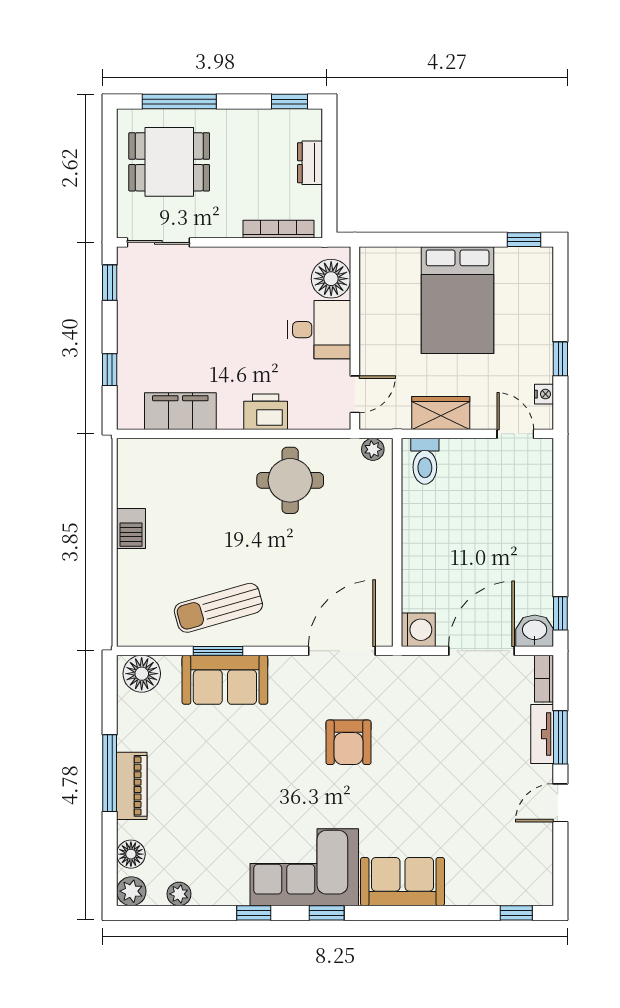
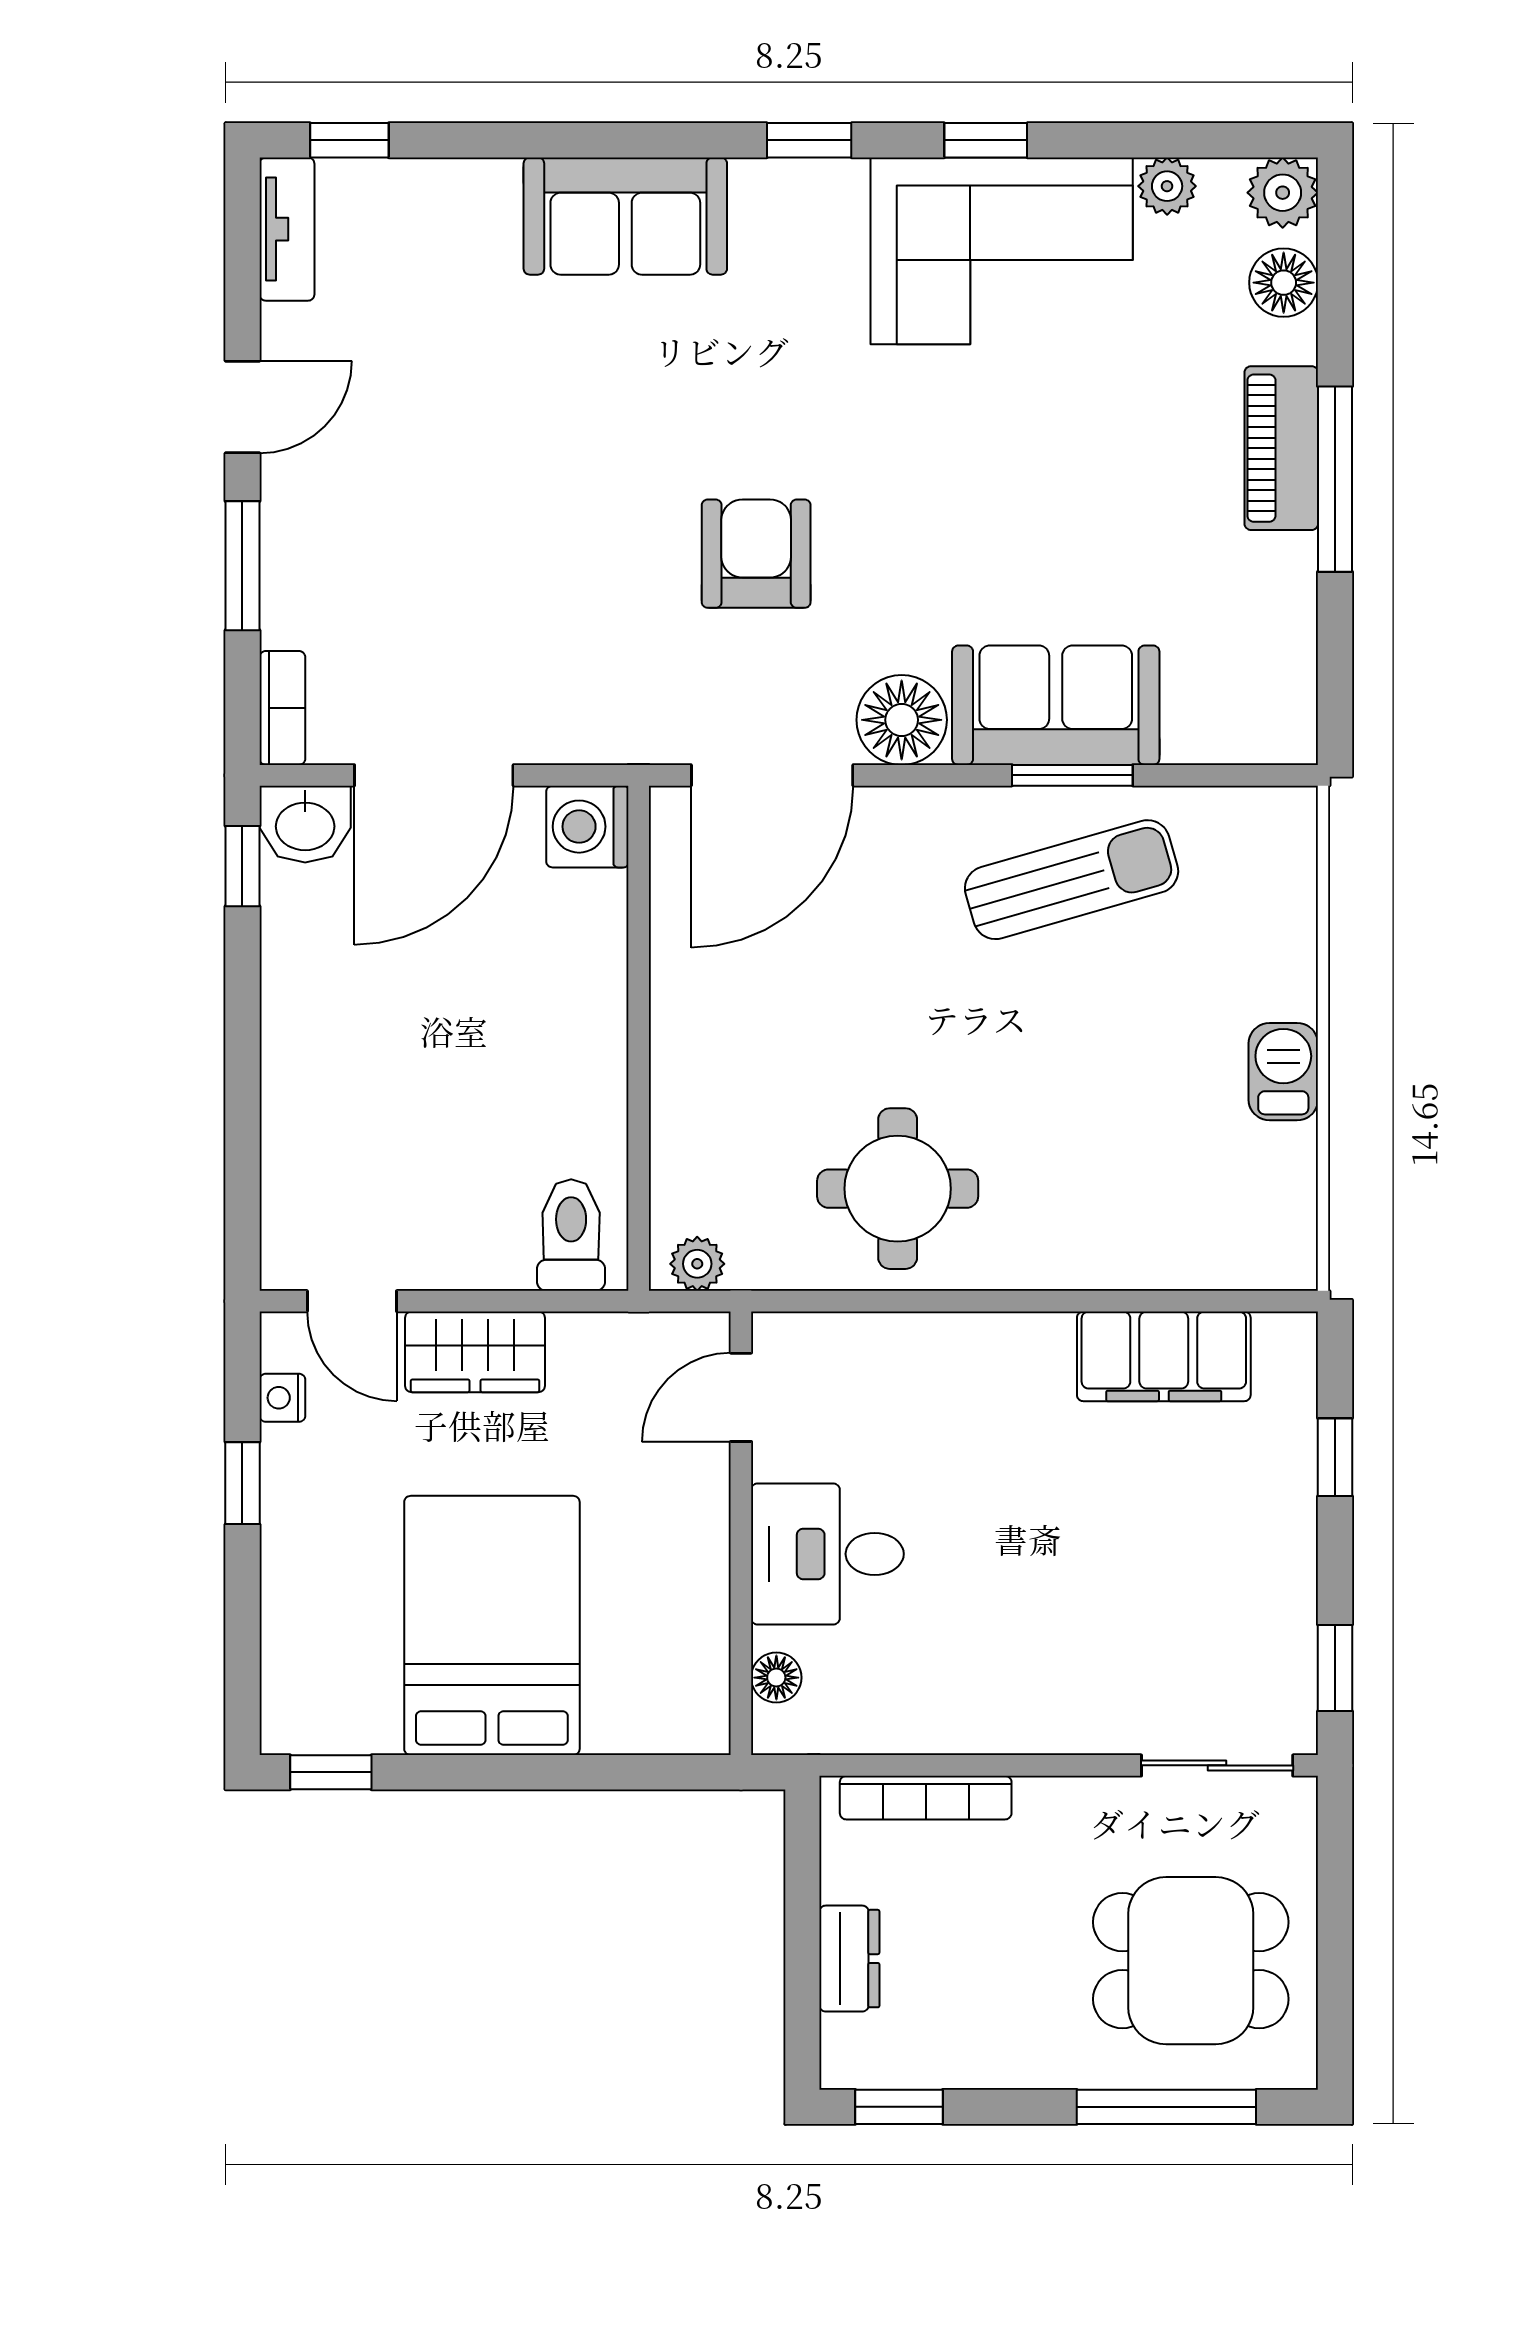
floor lamp: (331, 279) -> (776, 1678), width x0.53, depth x0.53
printer: (266, 412) -> (957, 1355), removed
wardrobe: (441, 413) -> (475, 1352), moved
floor lamp: (142, 674) -> (902, 720), moved
tv unit: (542, 734) -> (287, 229), moved
corner sofa: (304, 867) -> (1002, 251), moved

